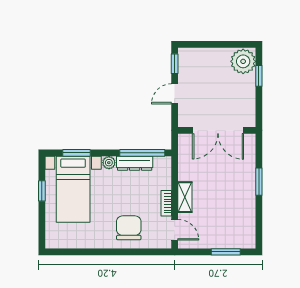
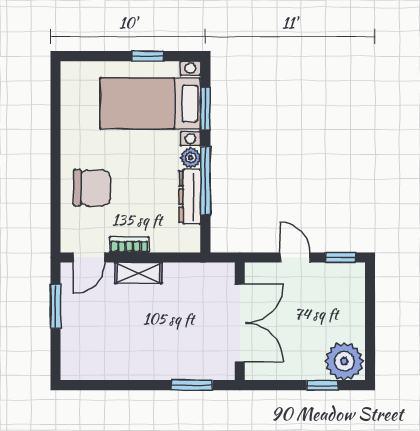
double door: (218, 130) -> (240, 323), swing flipped
window: (142, 153) -> (205, 181), moved
window: (259, 182) -> (192, 385), moved
window: (226, 252) -> (56, 306), moved

